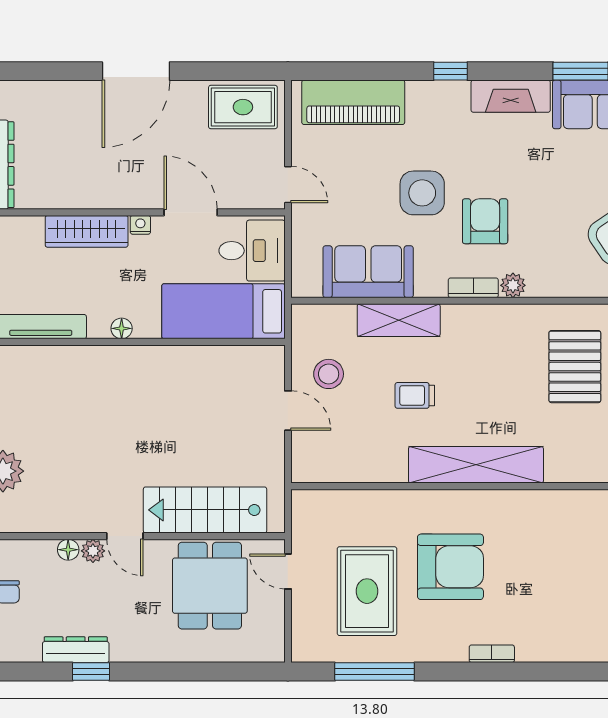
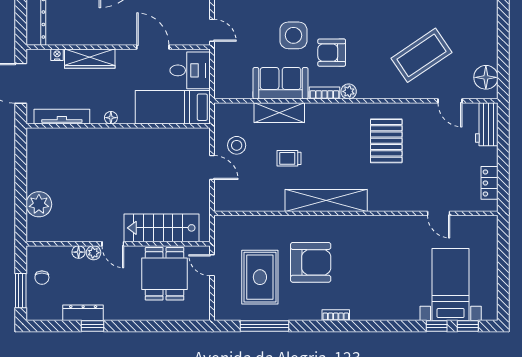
armchair: (485, 221) -> (332, 53), turned -90
nightstand: (140, 225) -> (57, 55), moved
sofa: (368, 272) -> (281, 83), moved

